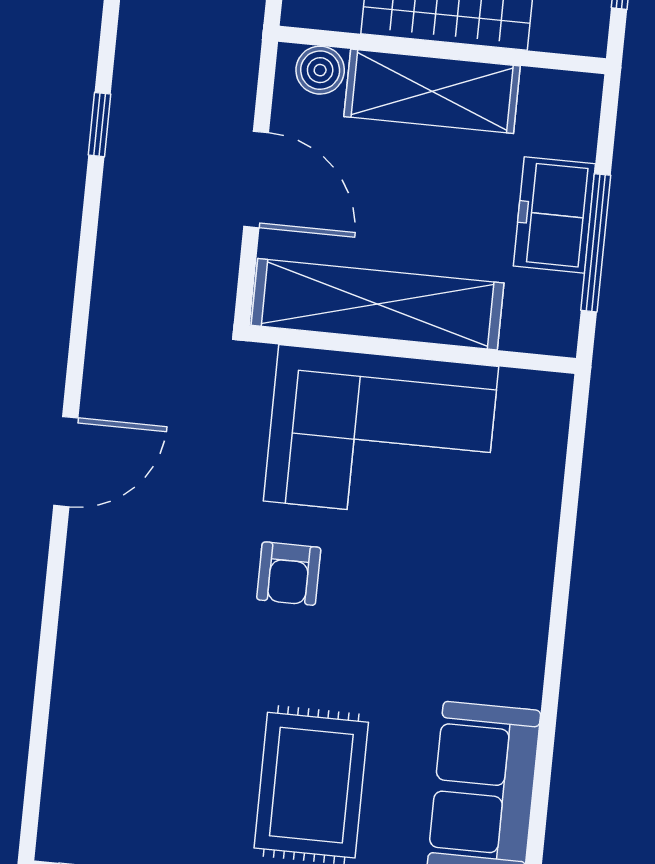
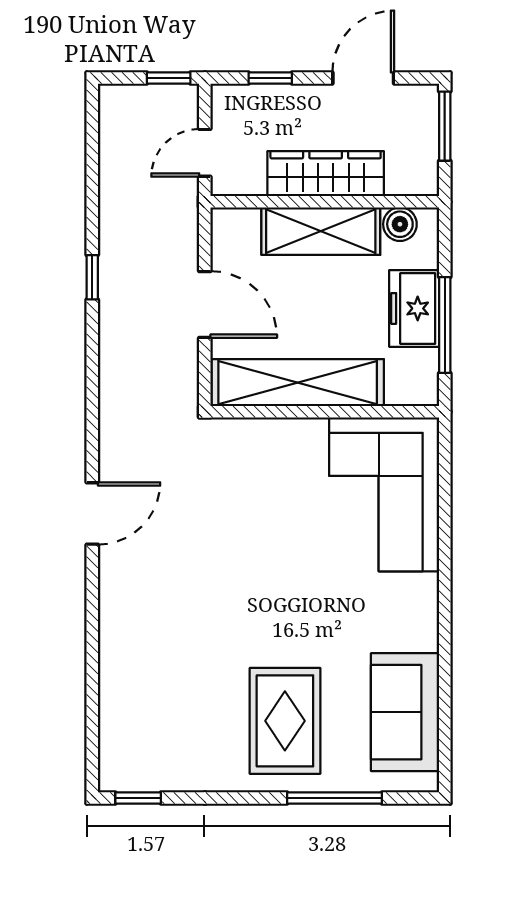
boiler: (320, 70) -> (400, 224), moved
corner sofa: (381, 434) -> (384, 494), moved, turned 90
armchair: (289, 574) -> (255, 576), removed

